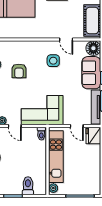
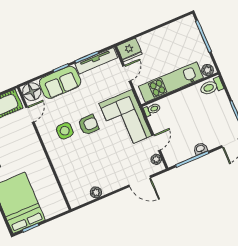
door: (66, 39) -> (30, 115), moved
armchair: (19, 71) -> (88, 125), moved
toilet: (28, 186) -> (211, 87), moved

